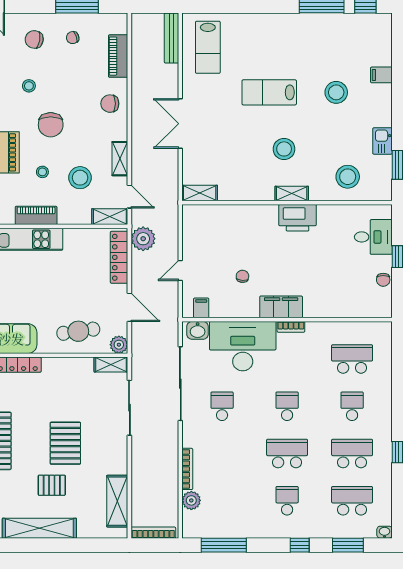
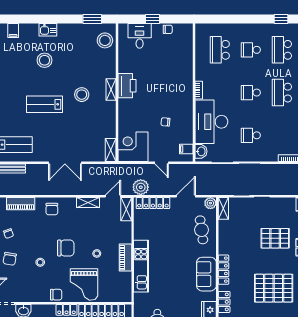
filing cabinet: (381, 75) -> (13, 31), moved
lab bench: (269, 92) -> (44, 104), turned 90
kitchen sink: (382, 141) -> (48, 30), moved
stool: (348, 177) -> (105, 40), moved
stool: (80, 178) -> (101, 229), removed
corner desk: (205, 227) -> (133, 147), added
filing cabinet: (281, 307) -> (186, 97), removed

